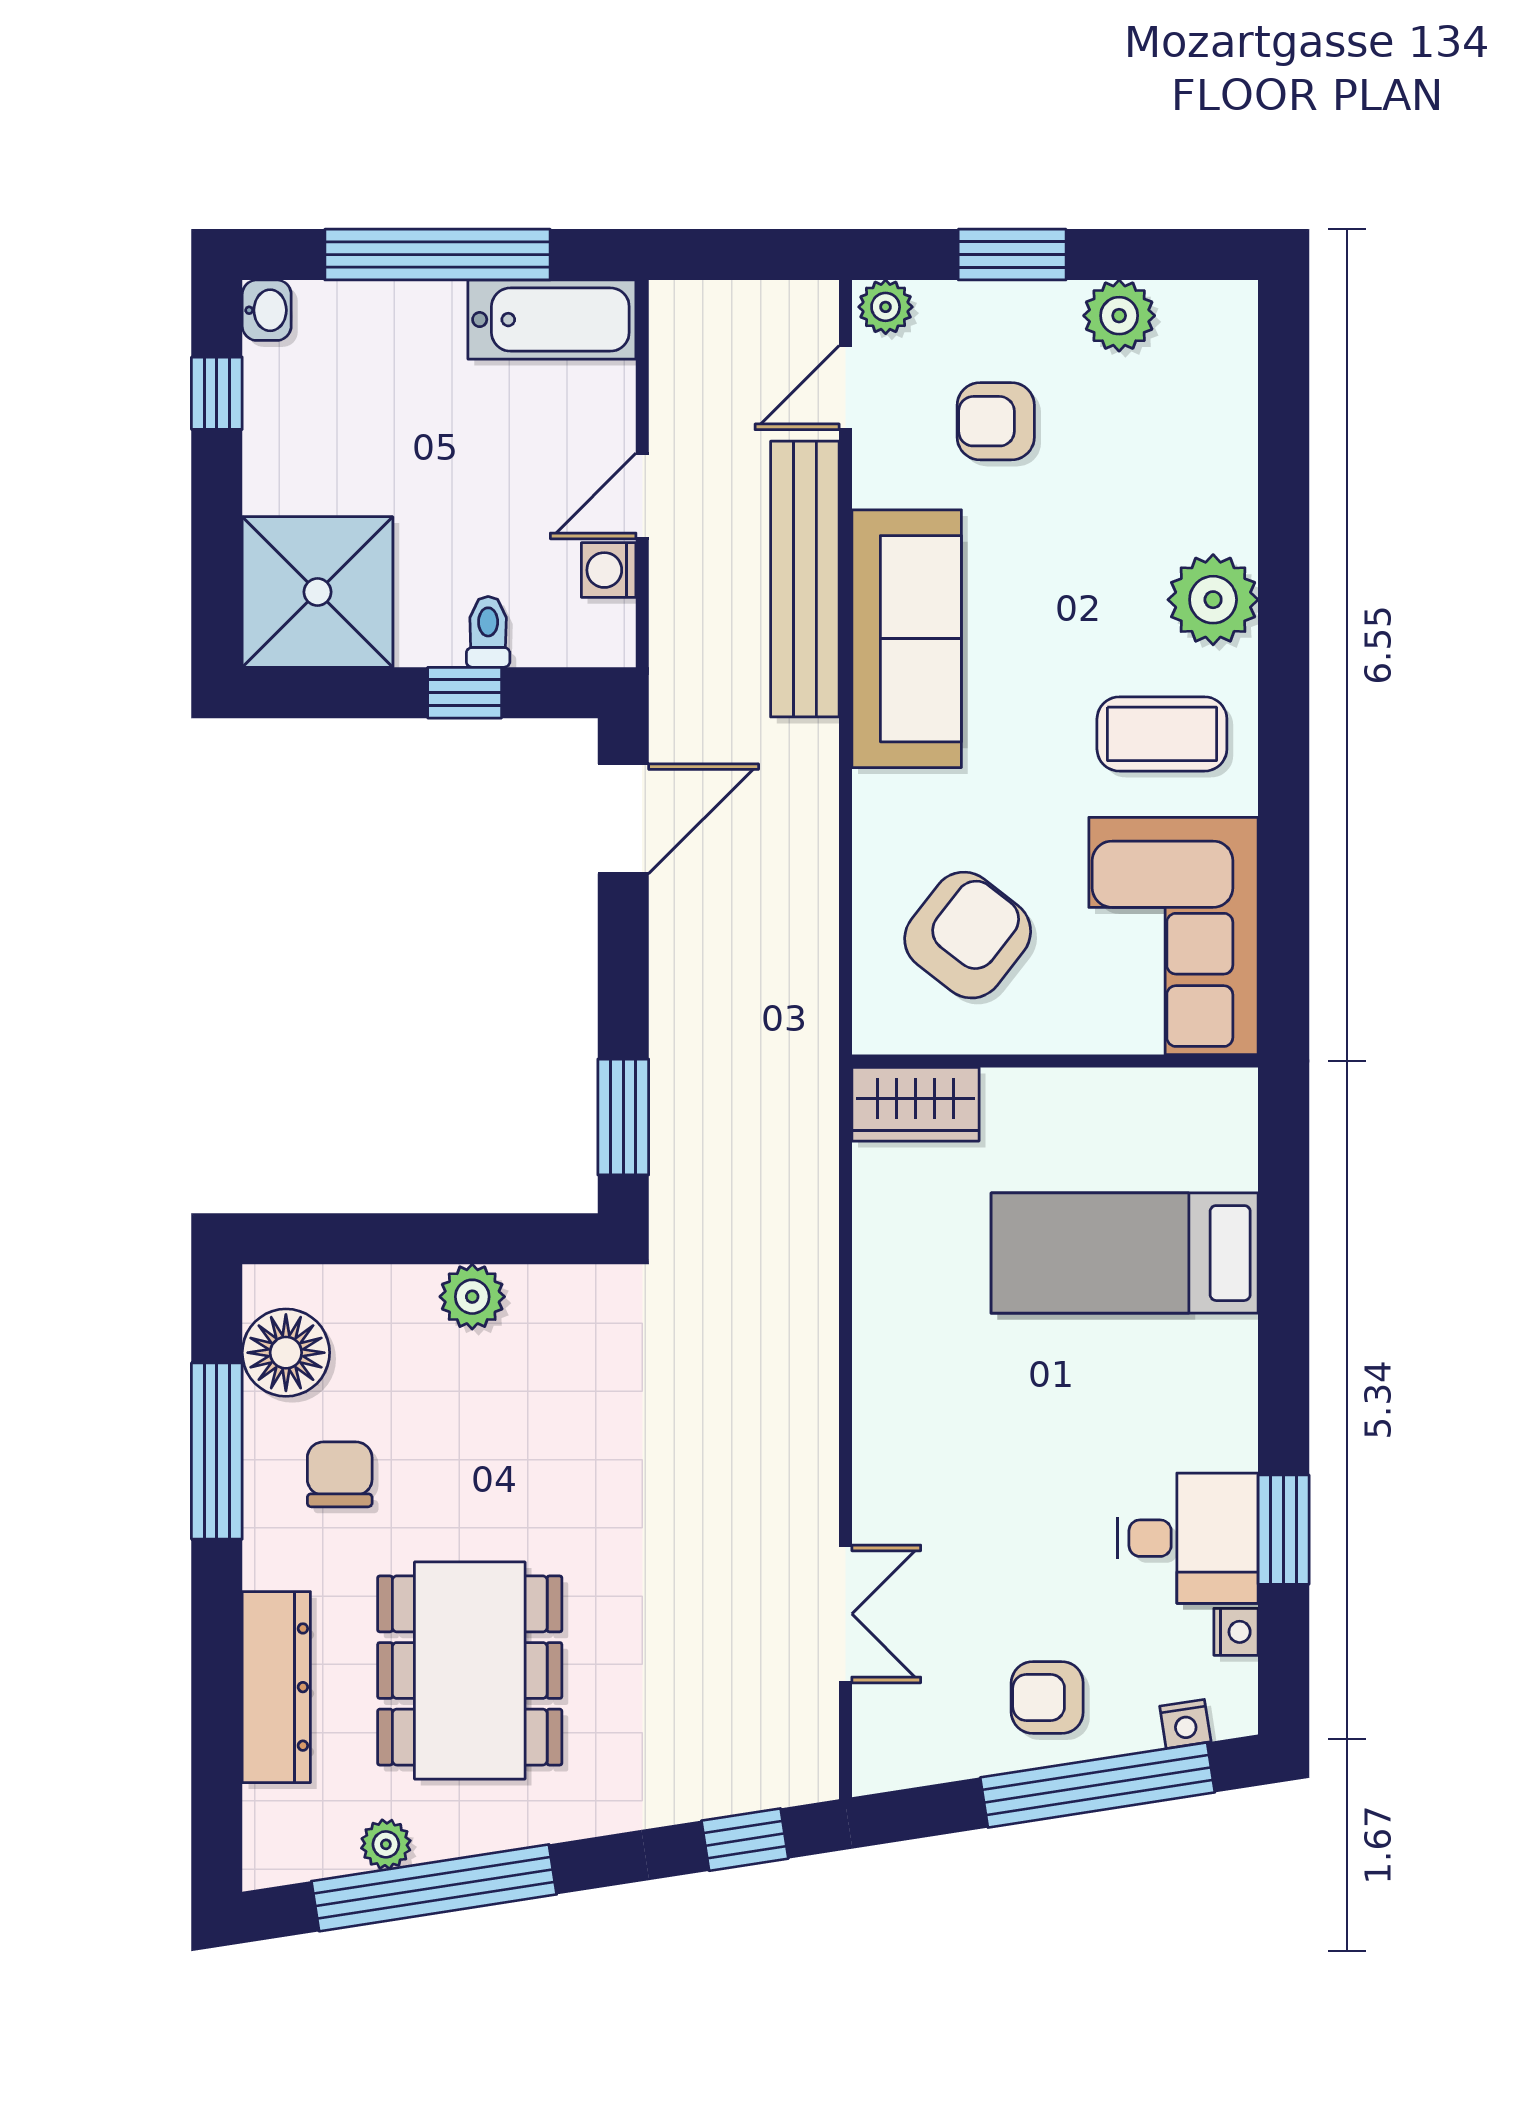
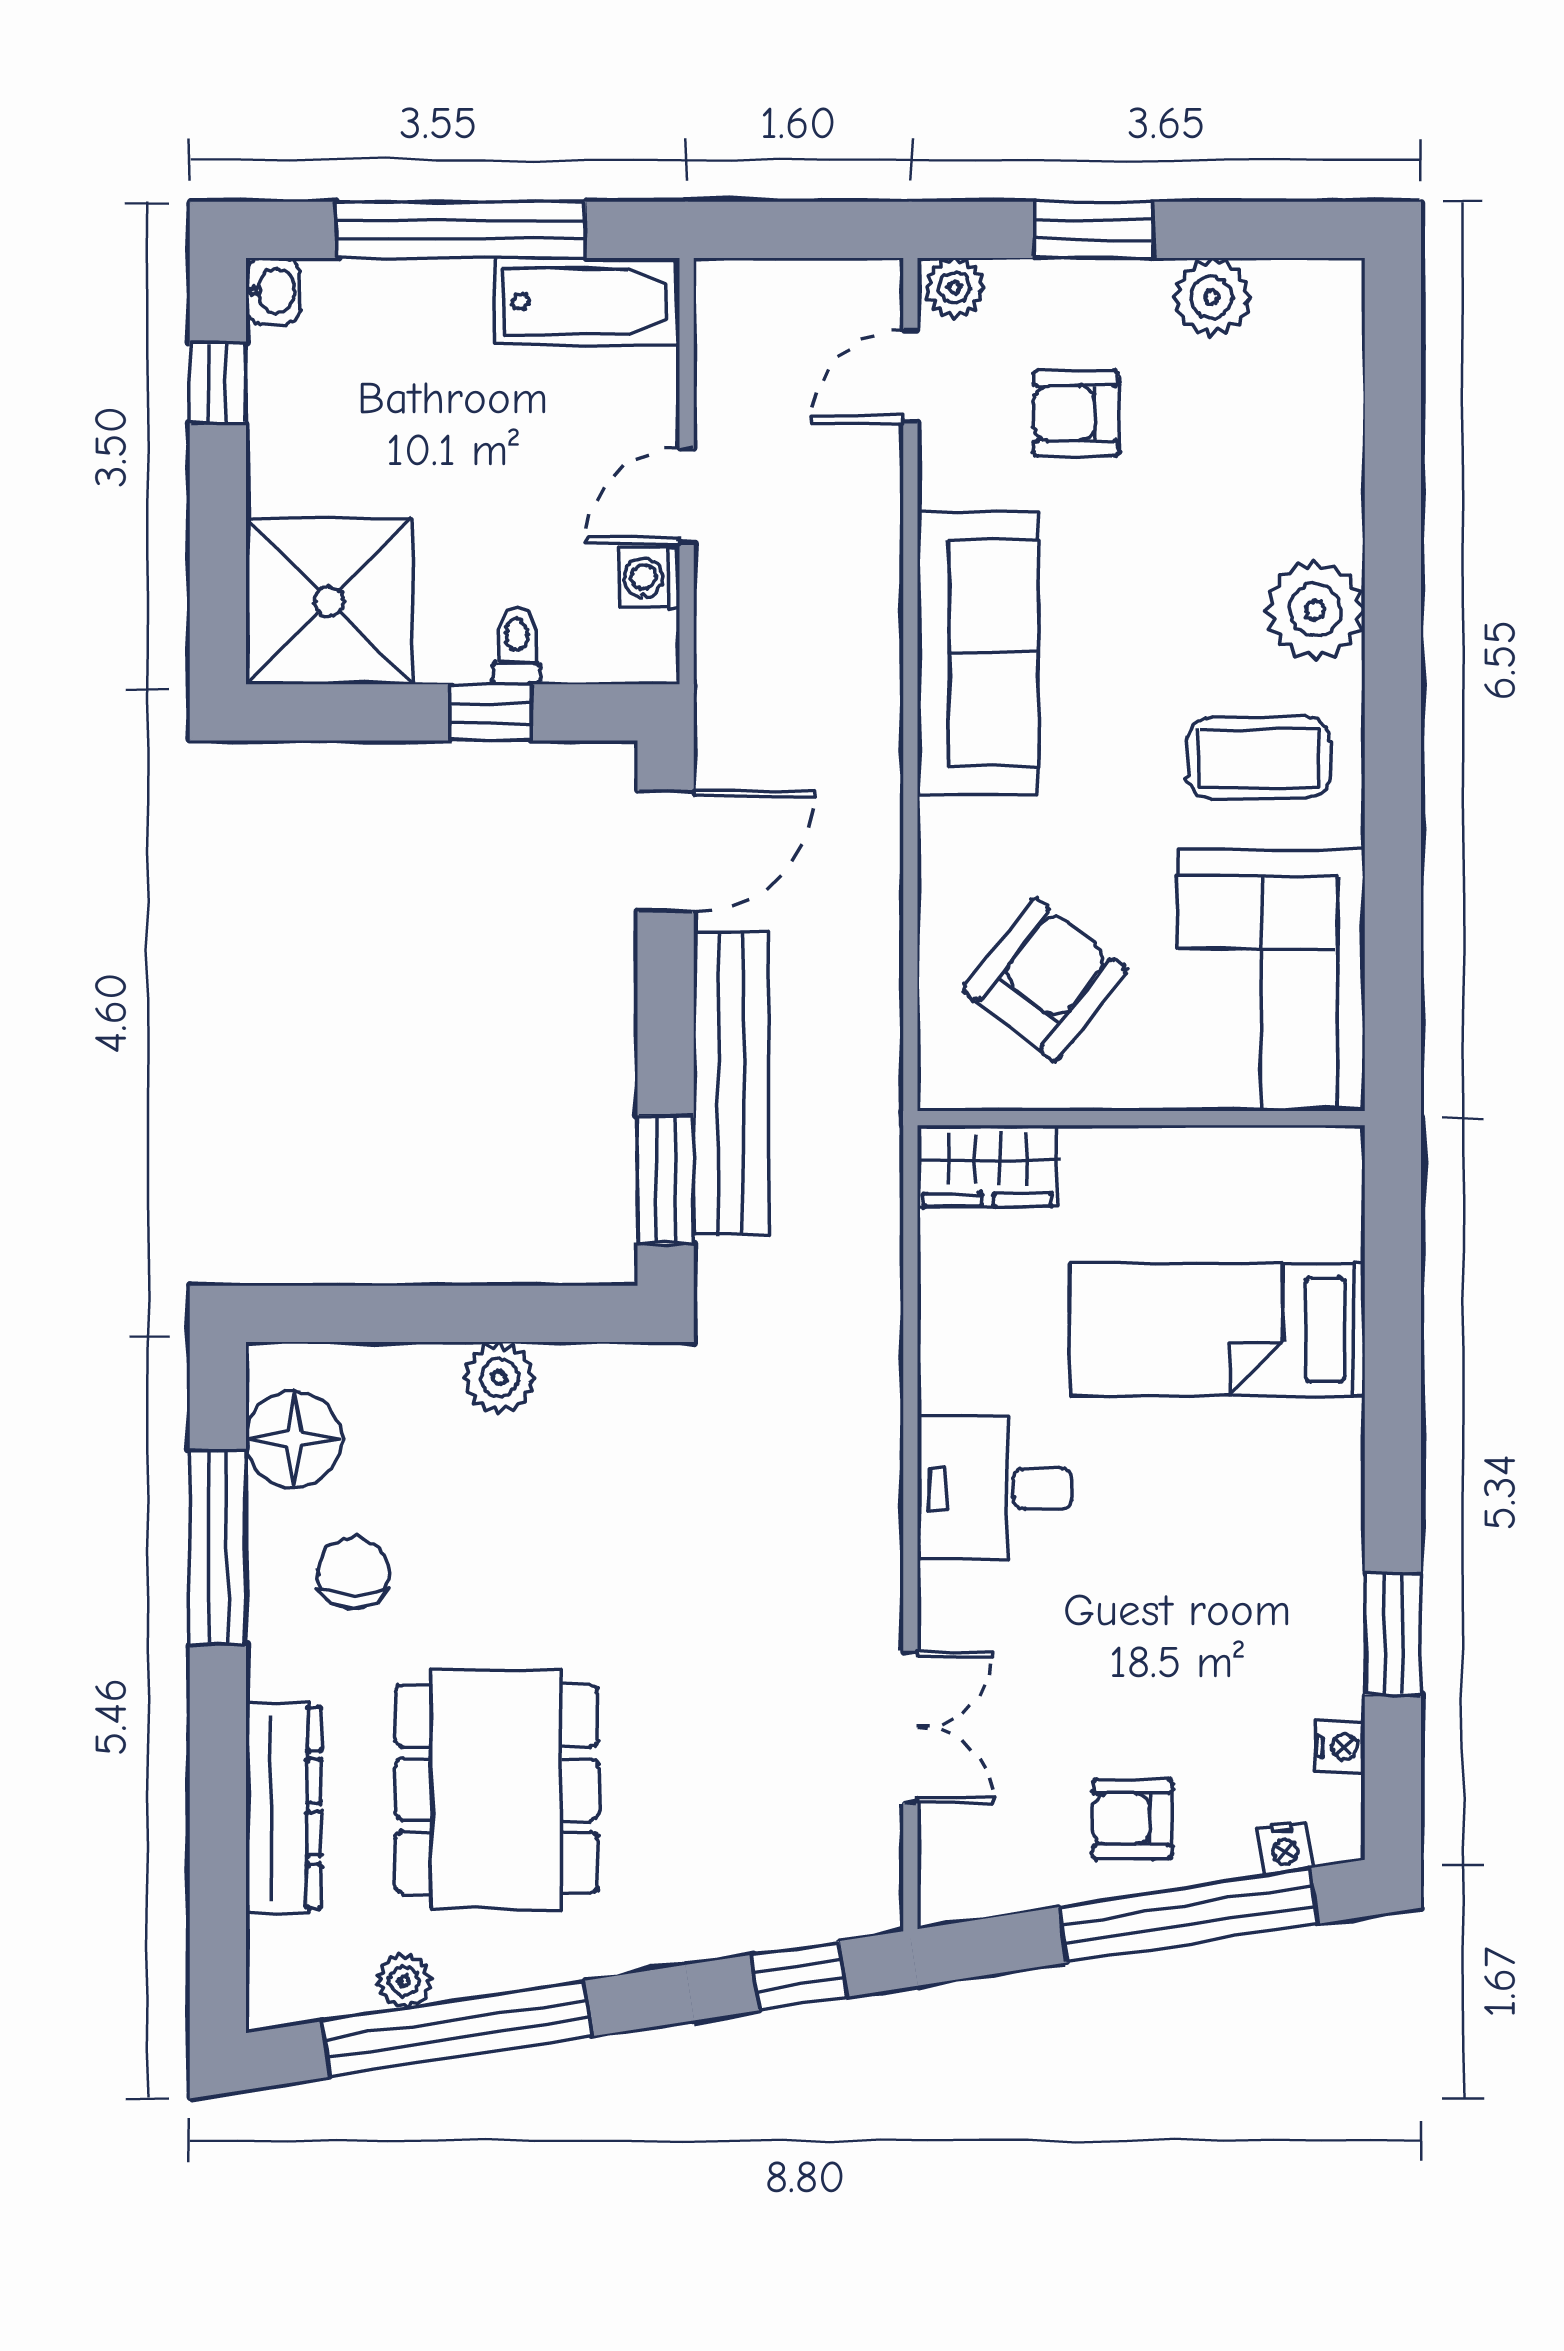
bench: (805, 579) -> (731, 1083), moved
desk: (1188, 1538) -> (995, 1488), moved, turned 180

